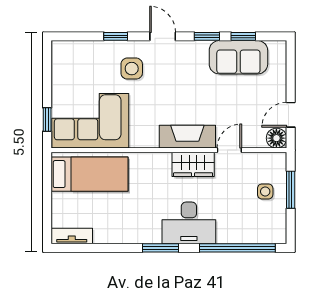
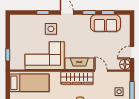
corner sofa: (90, 121) -> (45, 56), moved
door: (229, 150) -> (101, 71), hinge flipped
wardrobe: (193, 164) -> (77, 78), width x1.50

